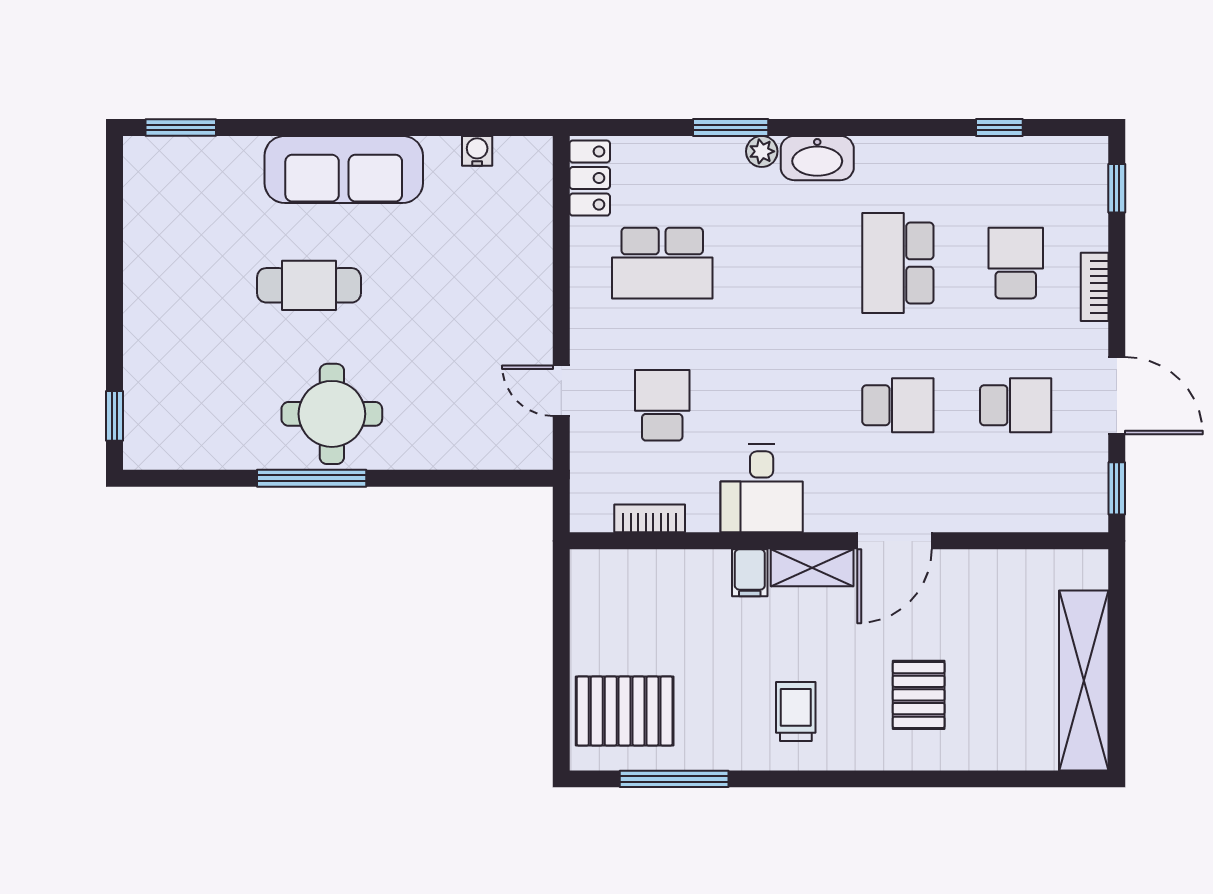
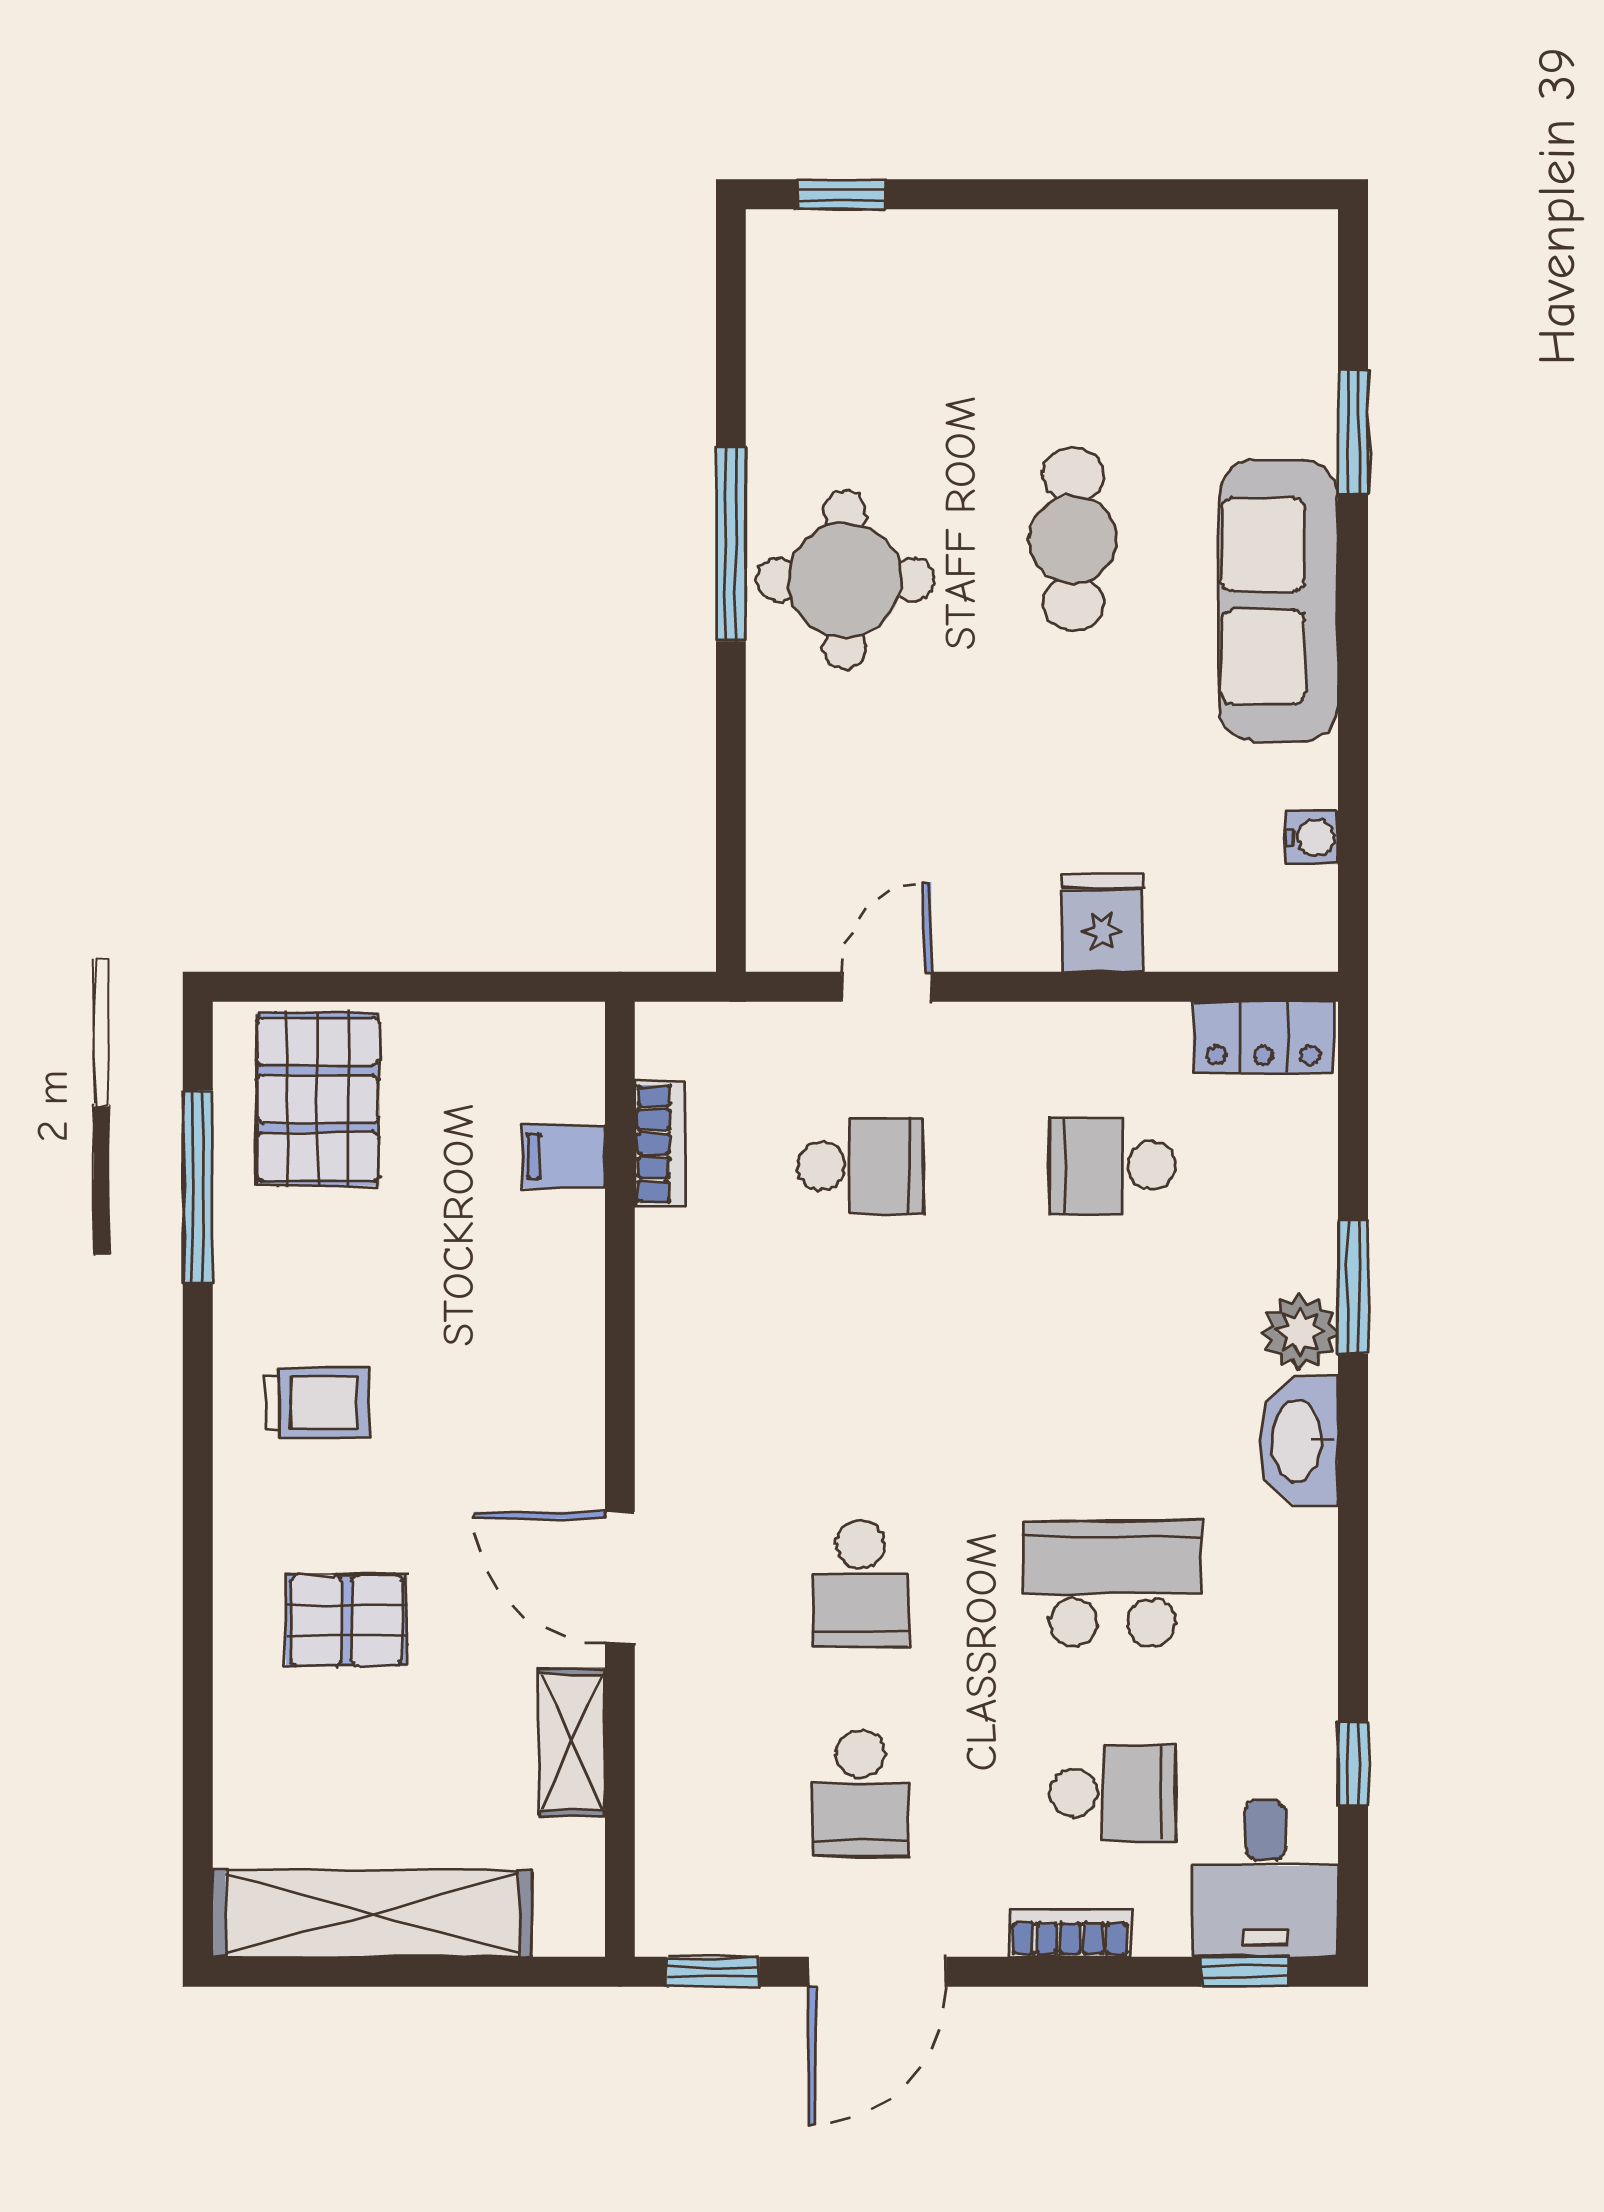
window: (181, 127) -> (1353, 433), moved
plant: (762, 151) -> (1300, 1332), width x1.38, depth x1.38
school desk: (662, 263) -> (1113, 1166), width x0.54
fridge: (525, 269) -> (1102, 923), added
desk: (762, 488) -> (1266, 1879), moved, turned -90
shelving: (812, 568) -> (572, 1742), moved
filing cabinet: (750, 573) -> (563, 1157), moved

